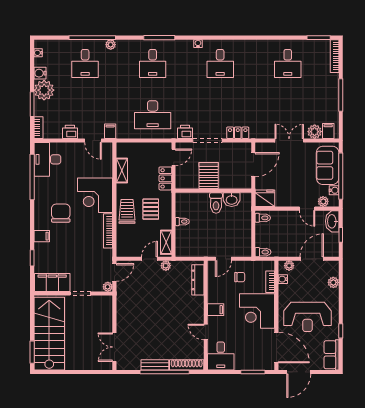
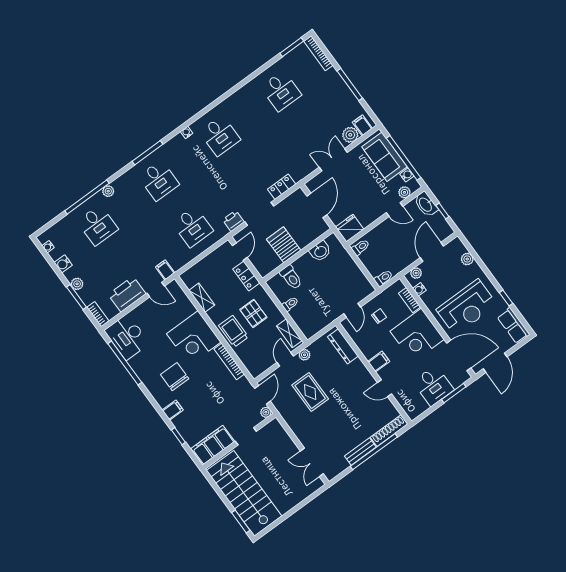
plant: (44, 90) -> (77, 284), width x0.53, depth x0.53
desk: (153, 115) -> (193, 227), width x0.73
printer: (70, 132) -> (127, 294), width x1.87, depth x1.48
toilet: (216, 203) -> (291, 277), moved
rug: (150, 295) -> (310, 392), added
desk: (221, 356) -> (433, 386), moved

